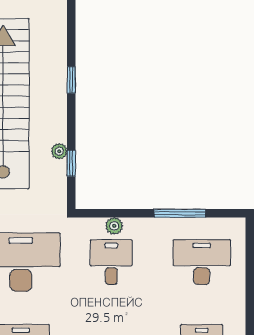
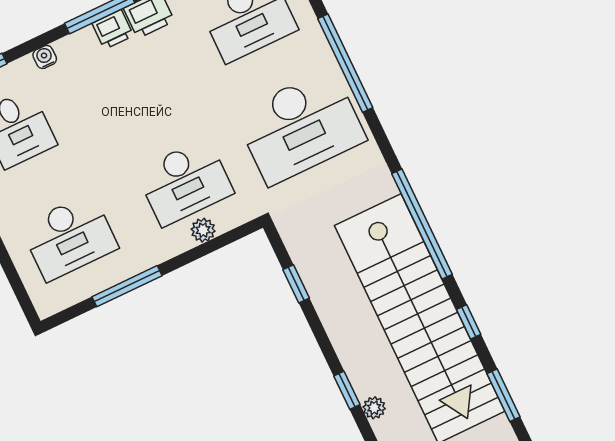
plant: (59, 151) -> (374, 408), moved
desk: (111, 262) -> (185, 182), width x1.37

